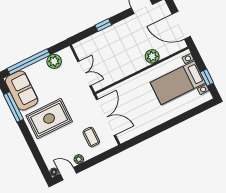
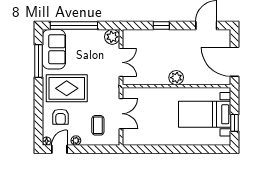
plant: (152, 56) -> (176, 78), moved
plant: (54, 61) -> (112, 37), moved
double door: (106, 117) -> (121, 114), width x0.73
armchair: (56, 145) -> (61, 117), added
door: (68, 174) -> (59, 149), hinge flipped

